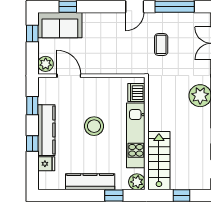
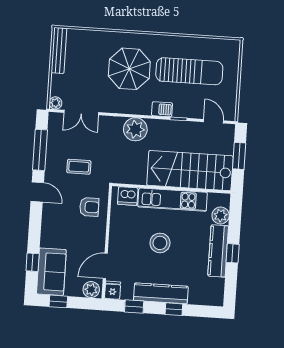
armchair: (124, 57) -> (89, 207), added
stairs: (159, 161) -> (190, 171), width x1.36, depth x1.51
fridge: (46, 164) -> (113, 290), moved
plant: (137, 182) -> (221, 215), moved
window: (114, 196) -> (233, 253), moved
window: (182, 196) -> (239, 156), width x1.50

